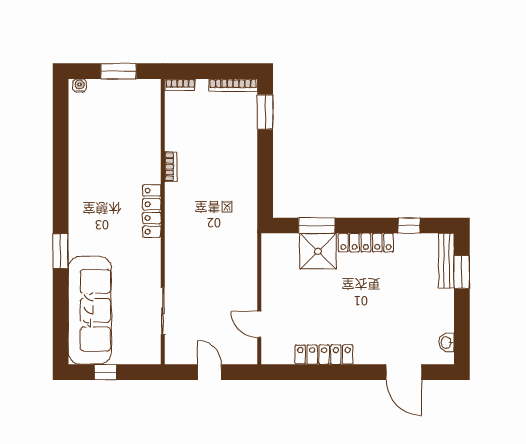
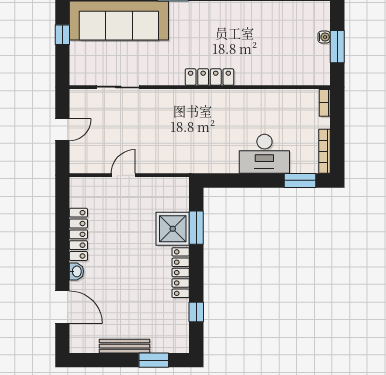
water cooler: (80, 86) -> (324, 37), moved
desk: (236, 151) -> (264, 154), added
bookcase: (171, 167) -> (250, 94), removed
bench: (446, 261) -> (125, 346), moved
door: (259, 324) -> (123, 175), moved
washbasin: (446, 342) -> (76, 271), moved, turned 90
door: (404, 372) -> (62, 307), swing flipped

